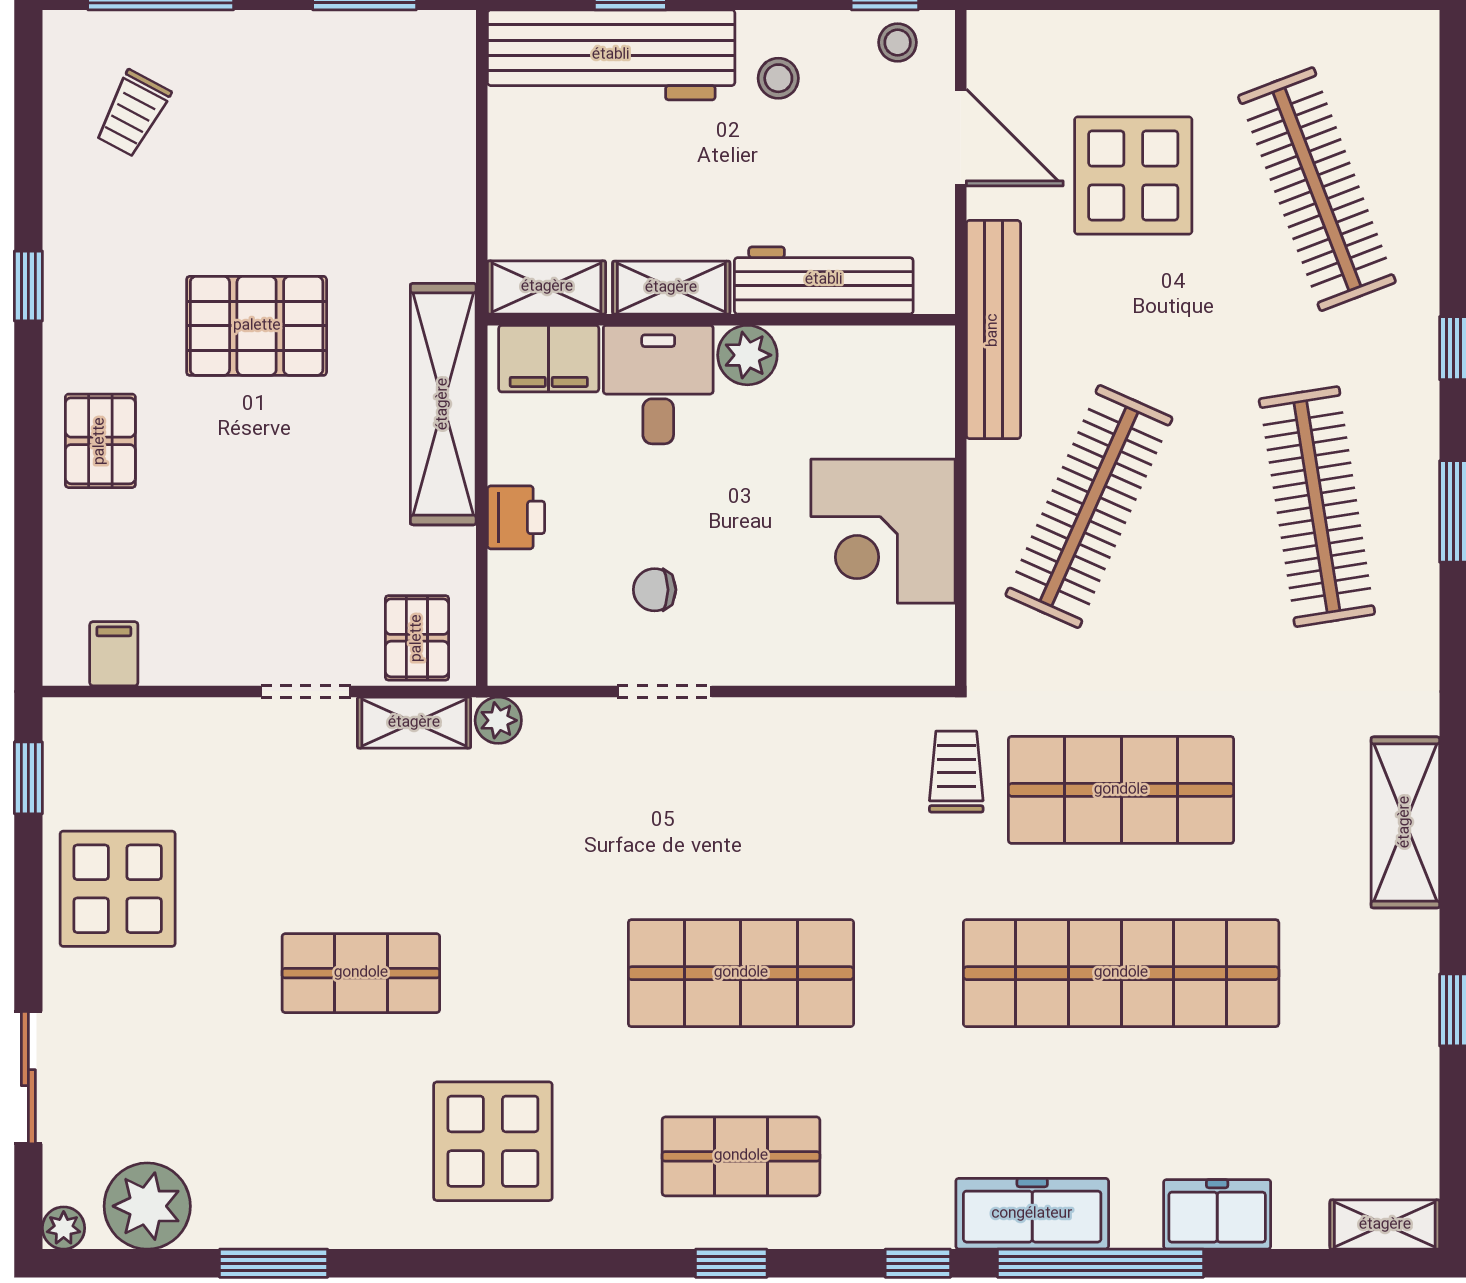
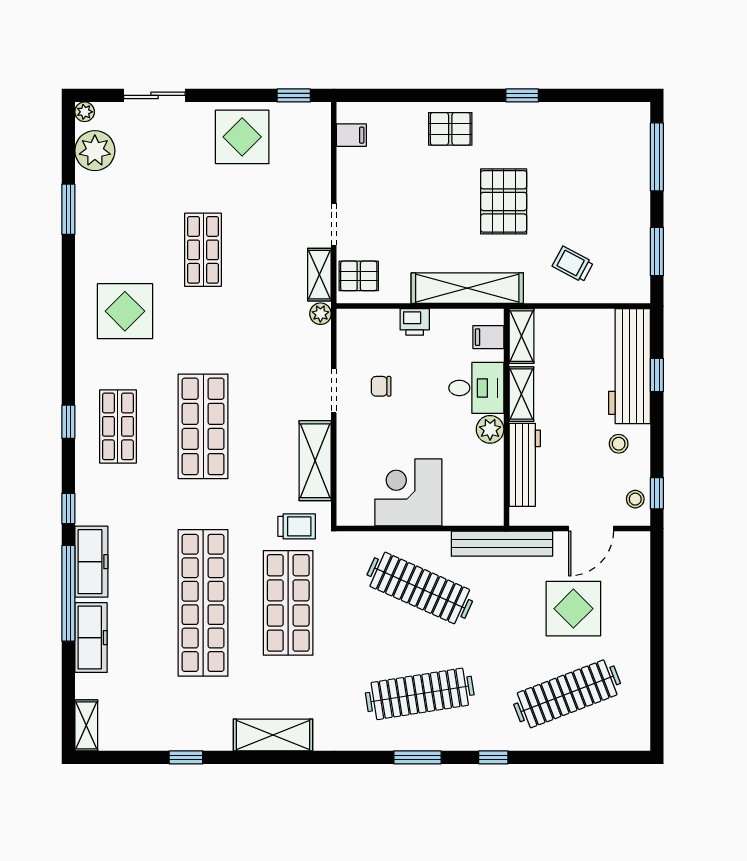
trolley: (133, 113) -> (573, 264), moved
filing cabinet: (549, 359) -> (488, 337), width x0.50
chair: (655, 590) -> (381, 386), turned -90
shelving: (815, 732) -> (315, 461), added
freezer: (1217, 1214) -> (91, 638), width x1.40

